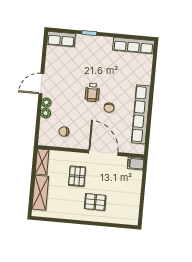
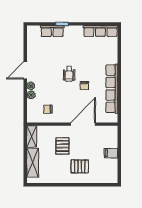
row of seats: (61, 39) -> (52, 31), moved
door: (103, 153) -> (83, 124), hinge flipped
filing cabinet: (136, 164) -> (111, 153), moved

